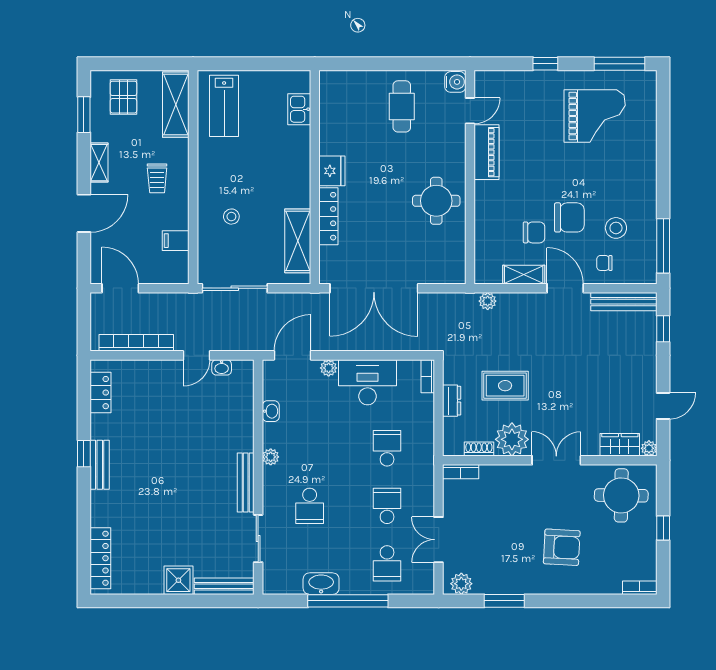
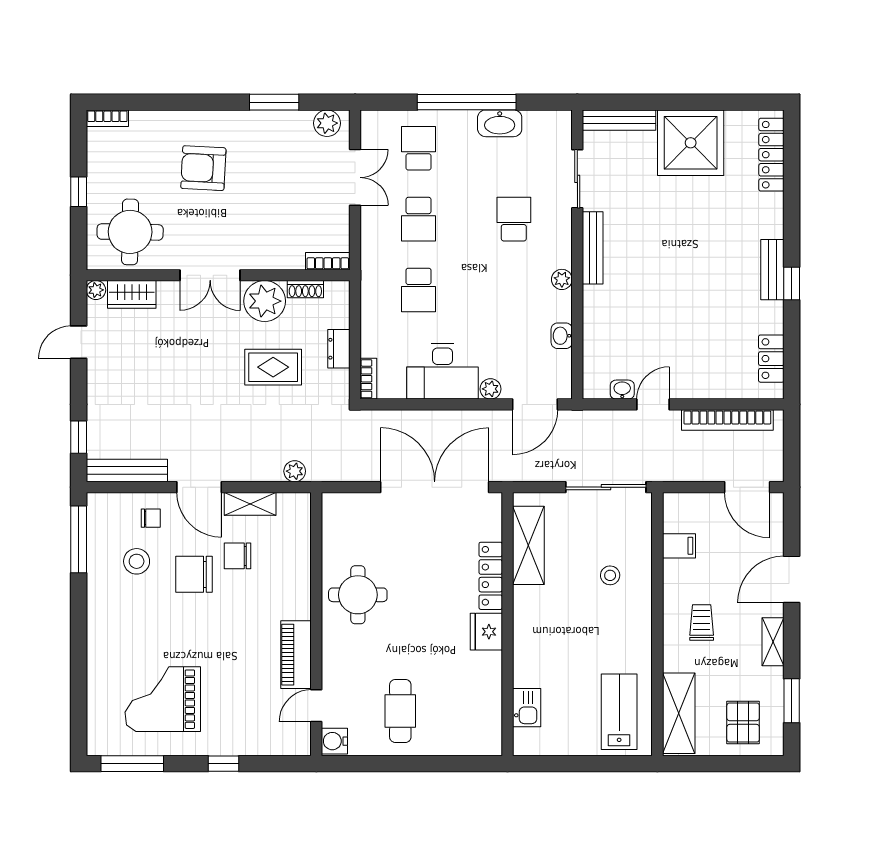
shower: (178, 580) -> (691, 143), width x1.86, depth x1.86

